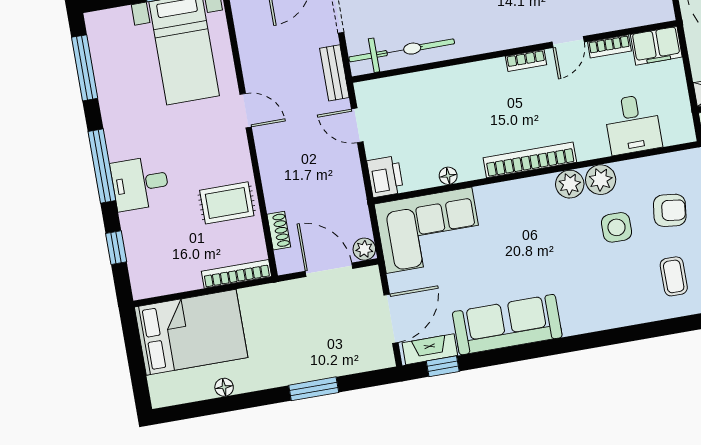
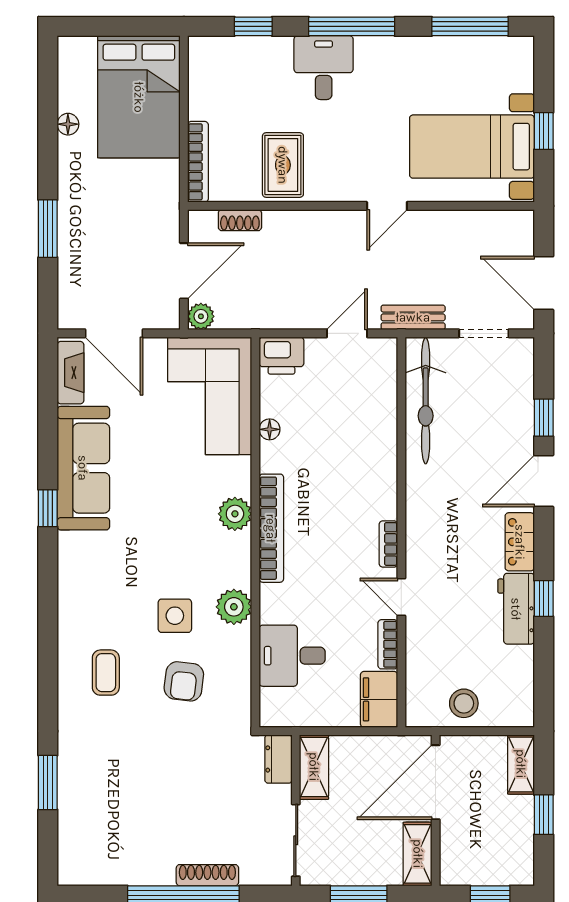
plant: (570, 184) -> (235, 514), moved
coffee table: (674, 276) -> (106, 673), turned 90
window: (443, 366) -> (48, 508), moved

